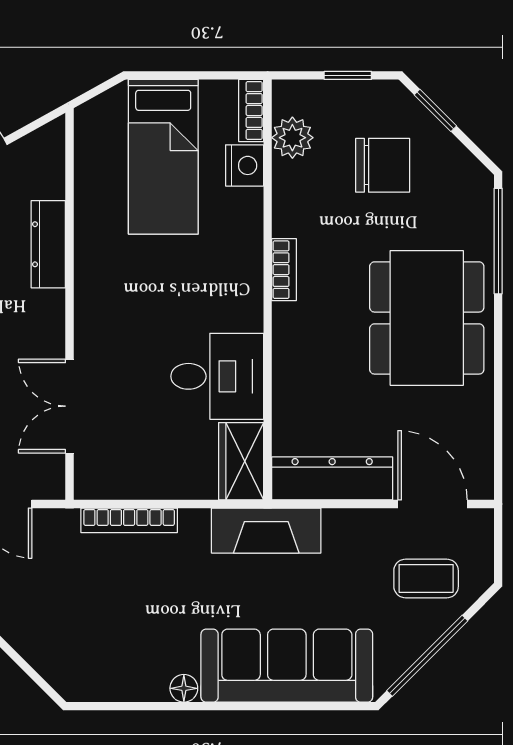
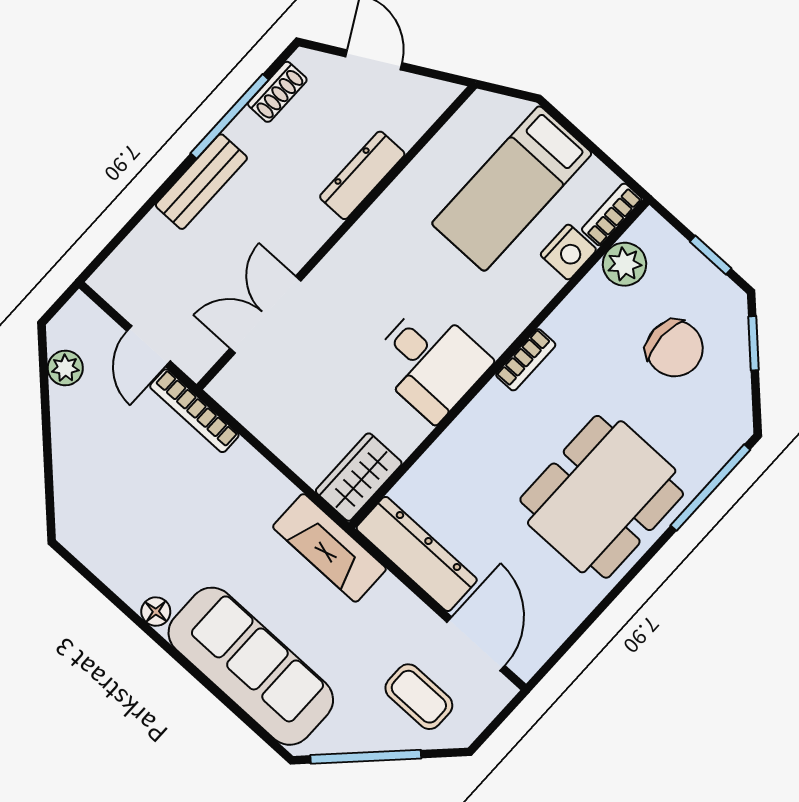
desk: (217, 376) -> (430, 362), moved
bookcase: (129, 520) -> (194, 411), moved

